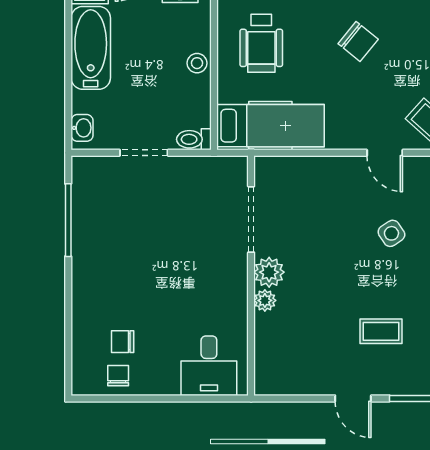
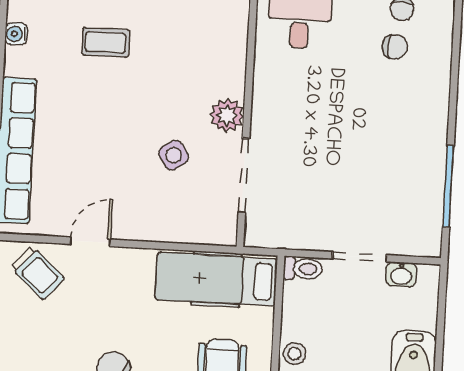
washbasin: (82, 128) -> (401, 275), moved, turned -90
door: (385, 153) -> (90, 242), hinge flipped
side table: (391, 233) -> (174, 155), moved
plant: (265, 300) -> (233, 84), removed

